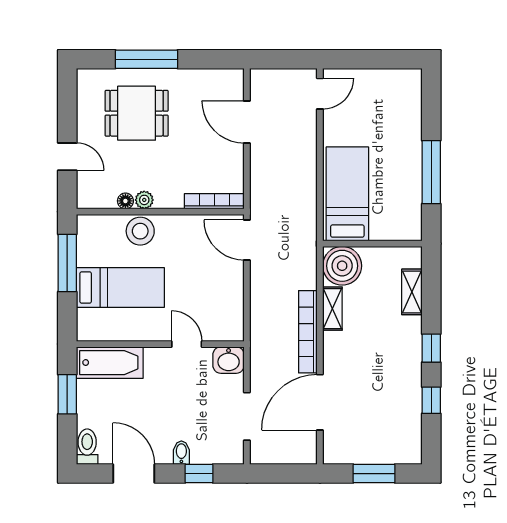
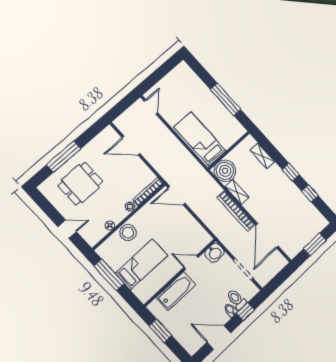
plant: (144, 200) -> (130, 207), moved
bathtub: (110, 363) -> (176, 291), moved
toilet: (87, 447) -> (237, 299), moved

